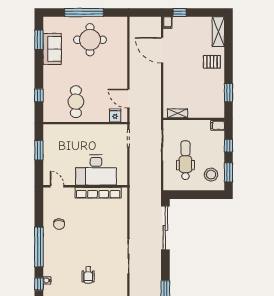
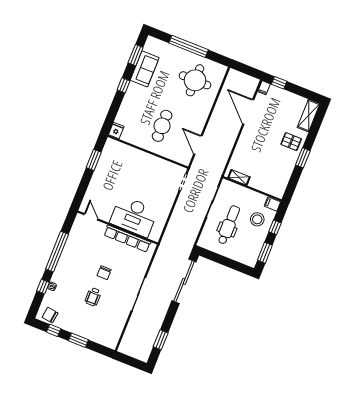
round table: (90, 40) -> (195, 80), moved
window: (228, 93) -> (303, 158), moved
window: (39, 95) -> (124, 85), moved
cafe table: (76, 102) -> (162, 126), moved
fridge: (115, 115) -> (116, 131), moved
desk: (96, 170) -> (134, 216), moved
stool: (211, 175) -> (257, 219), moved
door: (57, 186) -> (91, 217), moved
wall: (85, 186) -> (118, 228), moved
row of seats: (98, 193) -> (127, 239), moved
chair: (59, 224) -> (104, 273), moved

